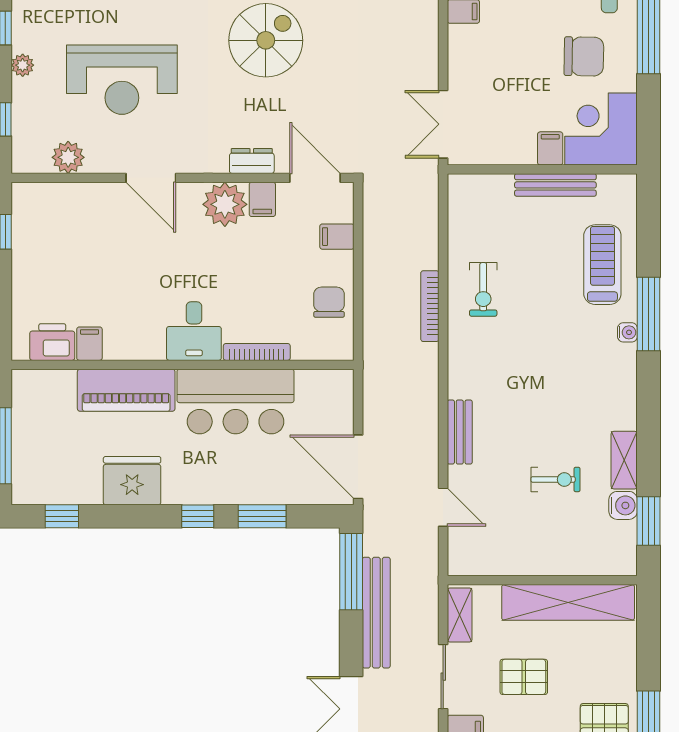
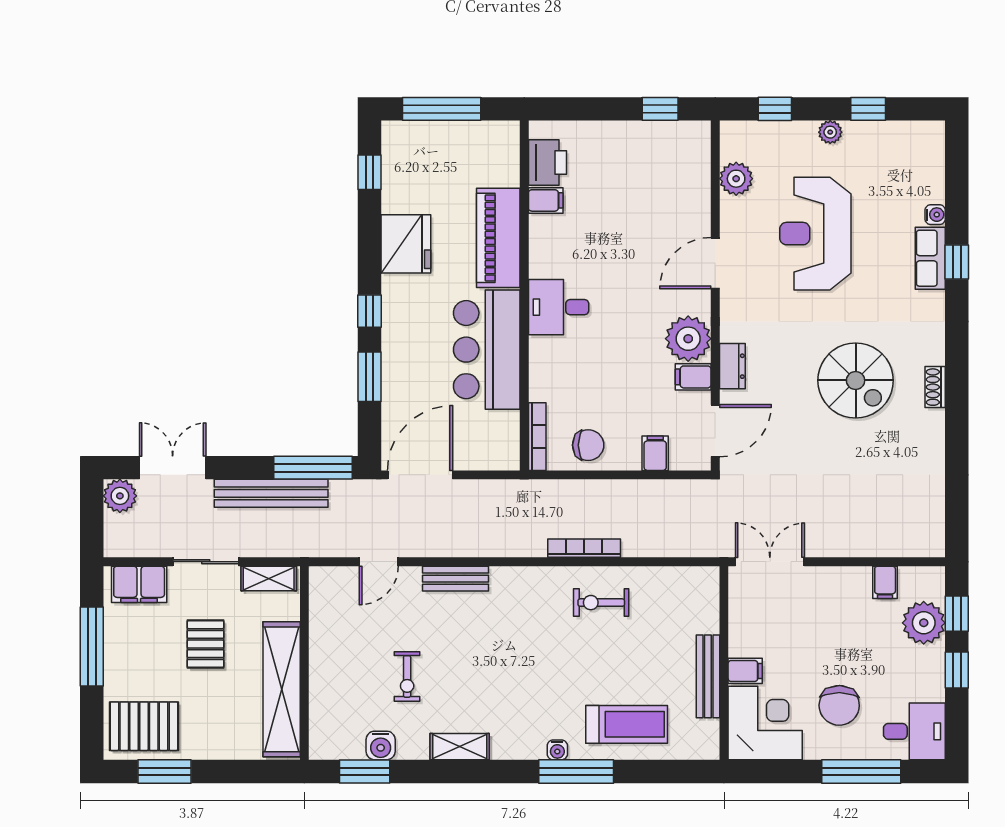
bookcase: (257, 352) -> (537, 437), moved
shelving: (624, 460) -> (460, 747), moved

